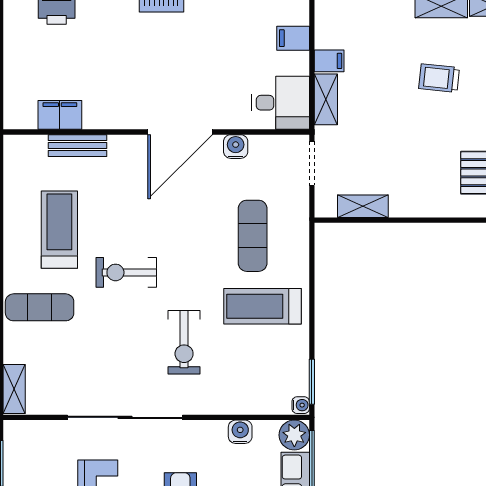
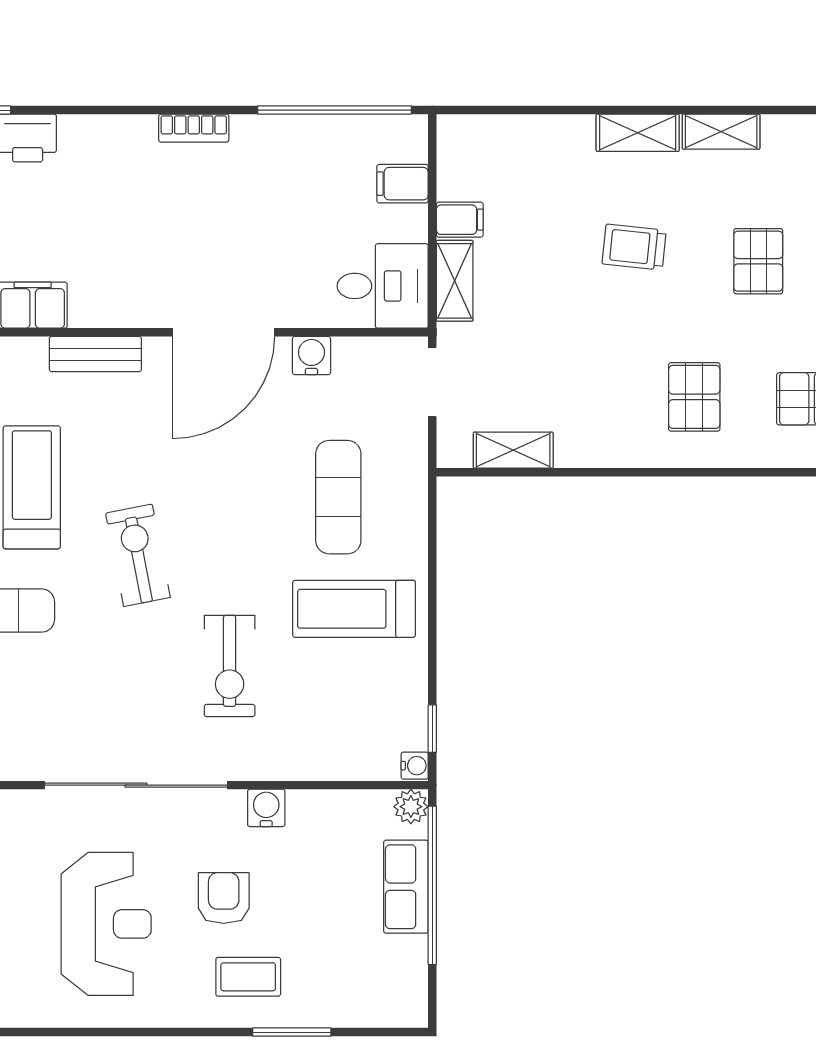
bench: (78, 146) -> (95, 354), moved
exercise bike: (126, 272) -> (138, 555), turned 79
window: (312, 382) -> (432, 729), width x0.67
water cooler: (240, 432) -> (266, 808), moved
plant: (294, 435) -> (411, 807), width x0.73, depth x0.73

